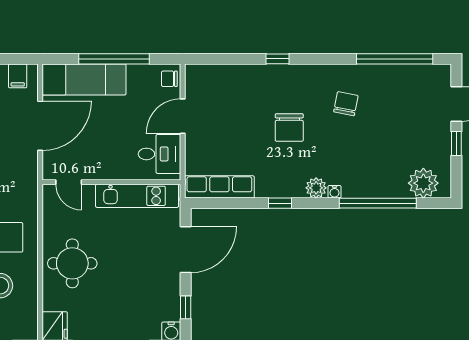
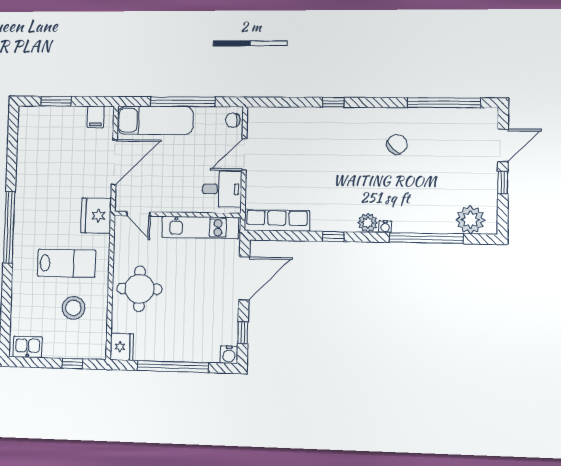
chair: (346, 104) -> (397, 144), turned 34
chair: (289, 127) -> (343, 166), removed
fridge: (22, 185) -> (96, 216), added

